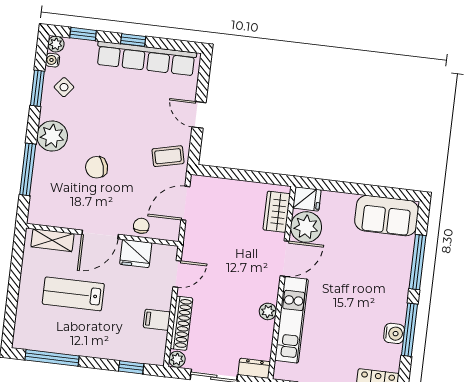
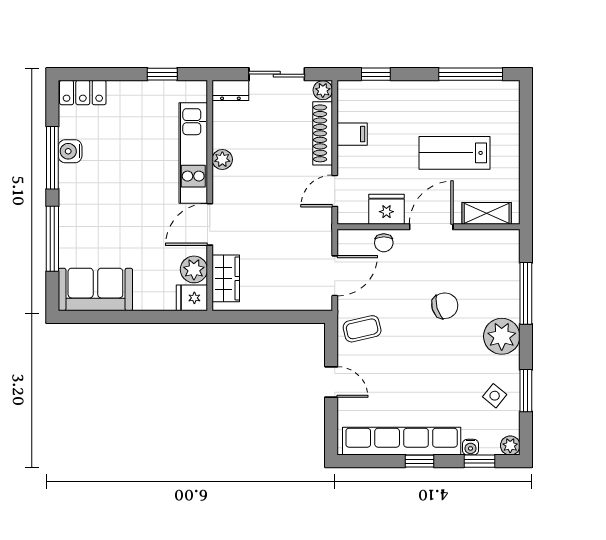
water cooler: (53, 60) -> (470, 447), moved, turned 90
plant: (306, 227) -> (194, 269), width x0.73, depth x0.73
lab bench: (73, 294) -> (454, 153), turned 180

